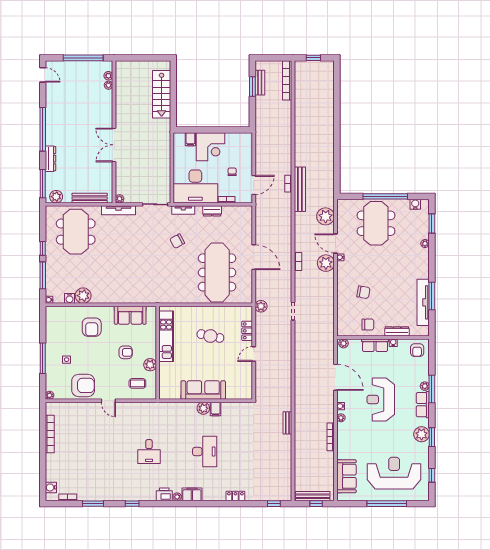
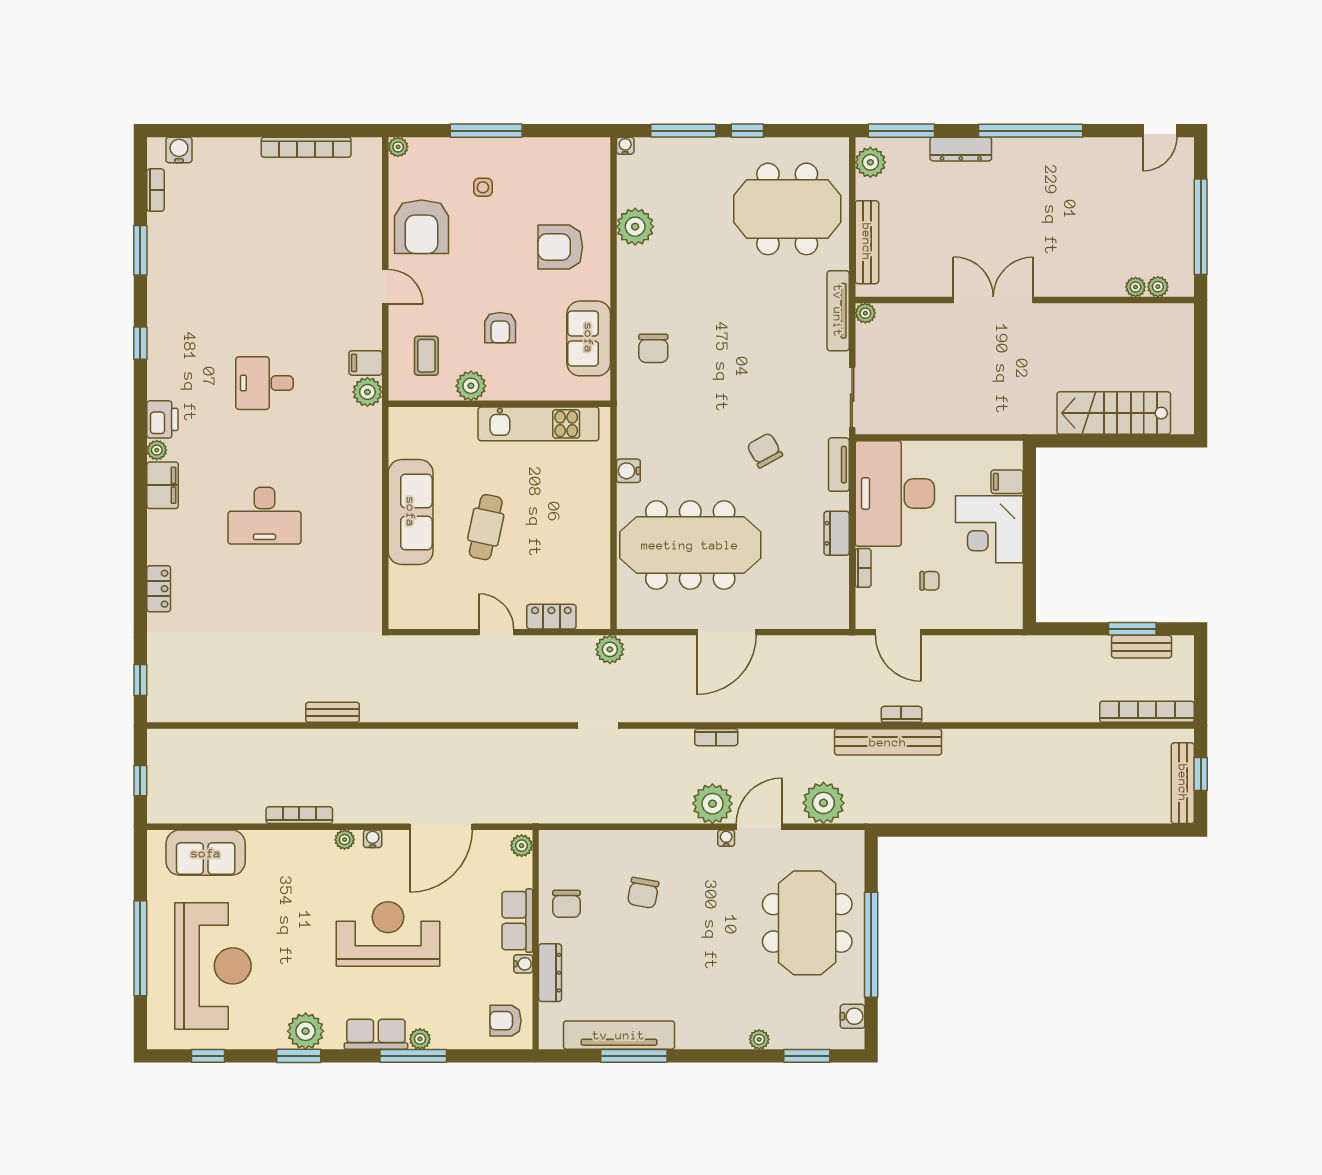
meeting table: (376, 223) -> (807, 923), turned 90
chair: (134, 288) -> (653, 348), added
water cooler: (69, 298) -> (628, 471), moved
cafe table: (210, 336) -> (486, 527), moved
door: (108, 401) -> (385, 287), swing flipped
plant: (203, 408) -> (367, 392), moved
filing cabinet: (216, 409) -> (366, 363), moved
bench: (313, 496) -> (1183, 783), moved

